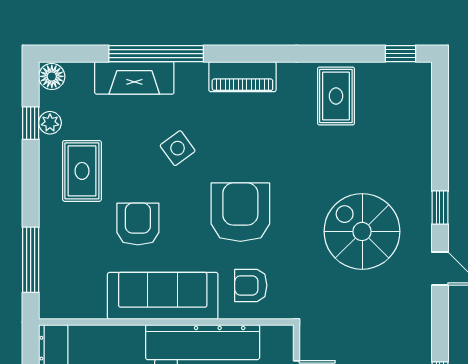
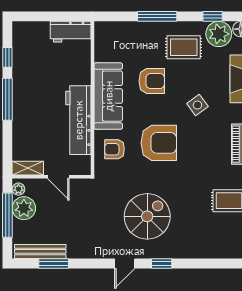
plant: (50, 123) -> (219, 34), width x1.87, depth x1.87
window: (31, 260) -> (157, 16), moved
armchair: (251, 285) -> (115, 149), turned -90

